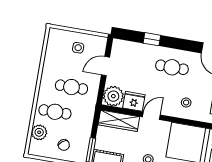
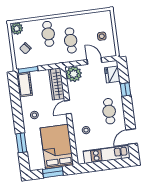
fridge: (134, 101) -> (112, 74), moved, turned 180
door: (151, 116) -> (68, 107), swing flipped
plant: (39, 132) -> (17, 29), moved

